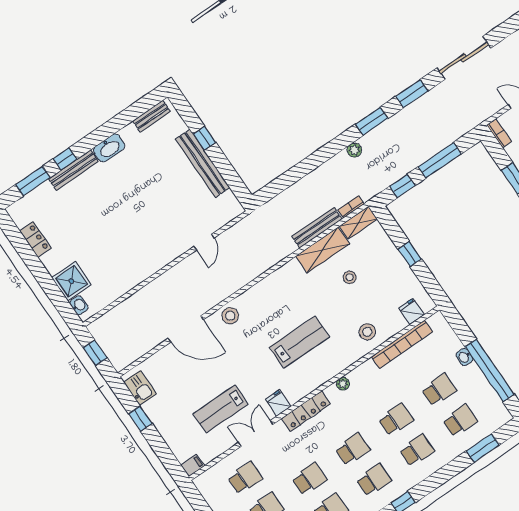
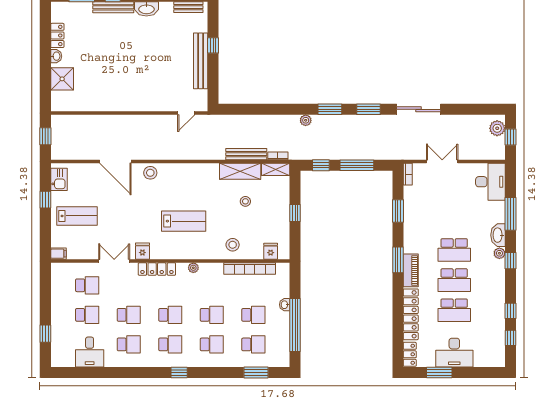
door: (204, 242) -> (186, 113), moved
washbasin: (79, 305) -> (56, 56), moved
lab bench: (221, 409) -> (77, 216), moved, turned 180

